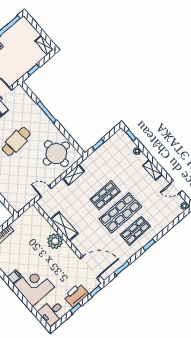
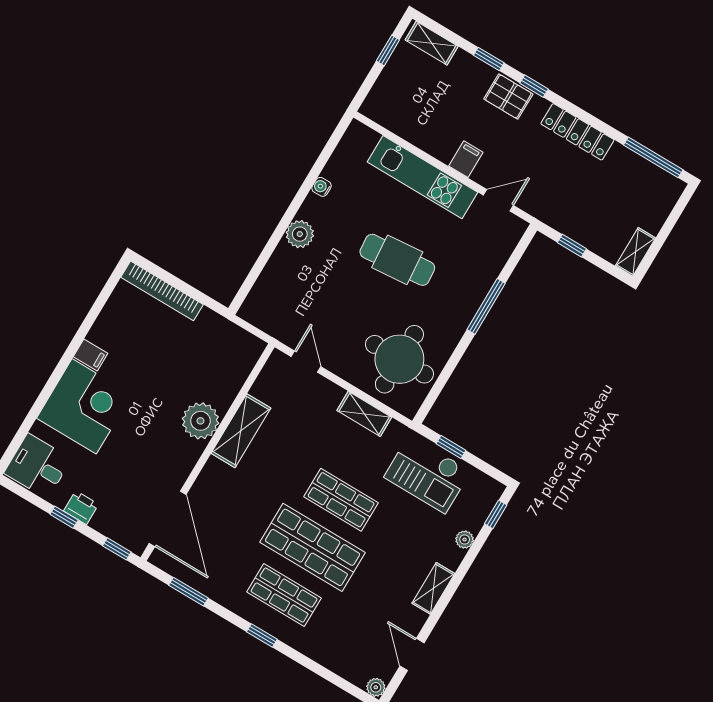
checkout: (106, 157) -> (427, 474), added
printer: (76, 295) -> (81, 508), width x0.53, depth x0.68

